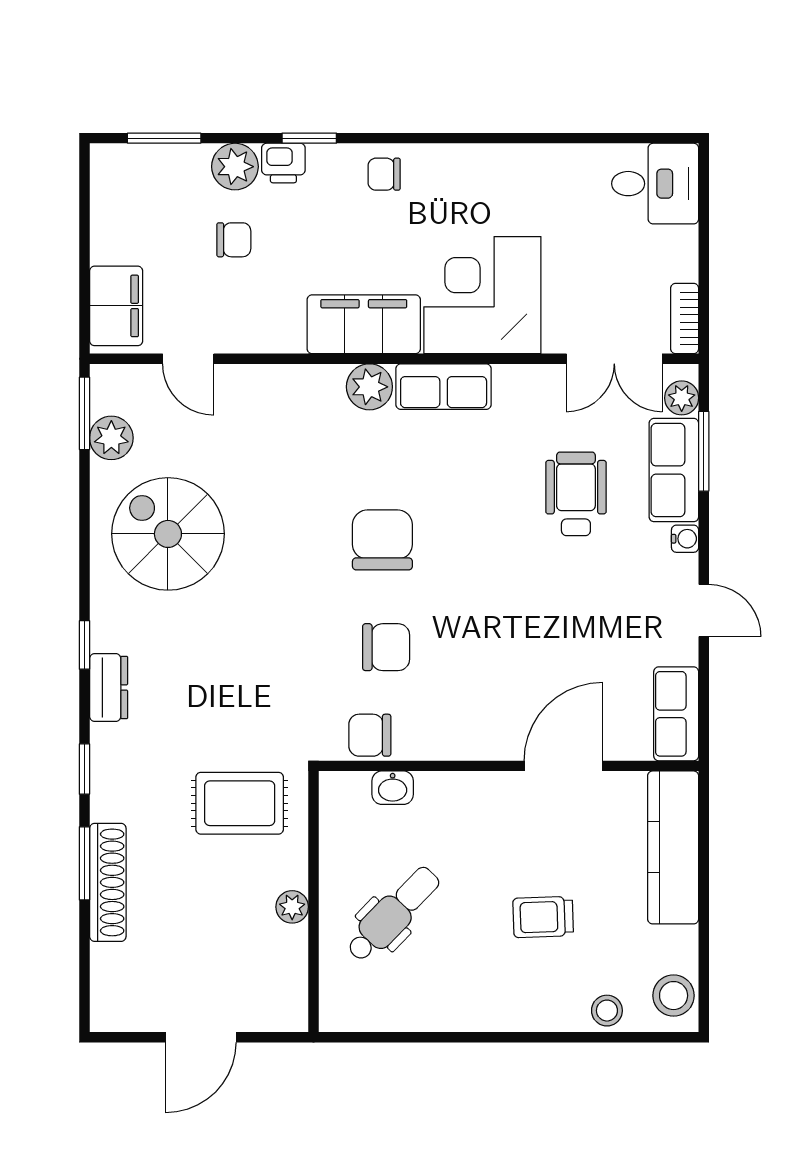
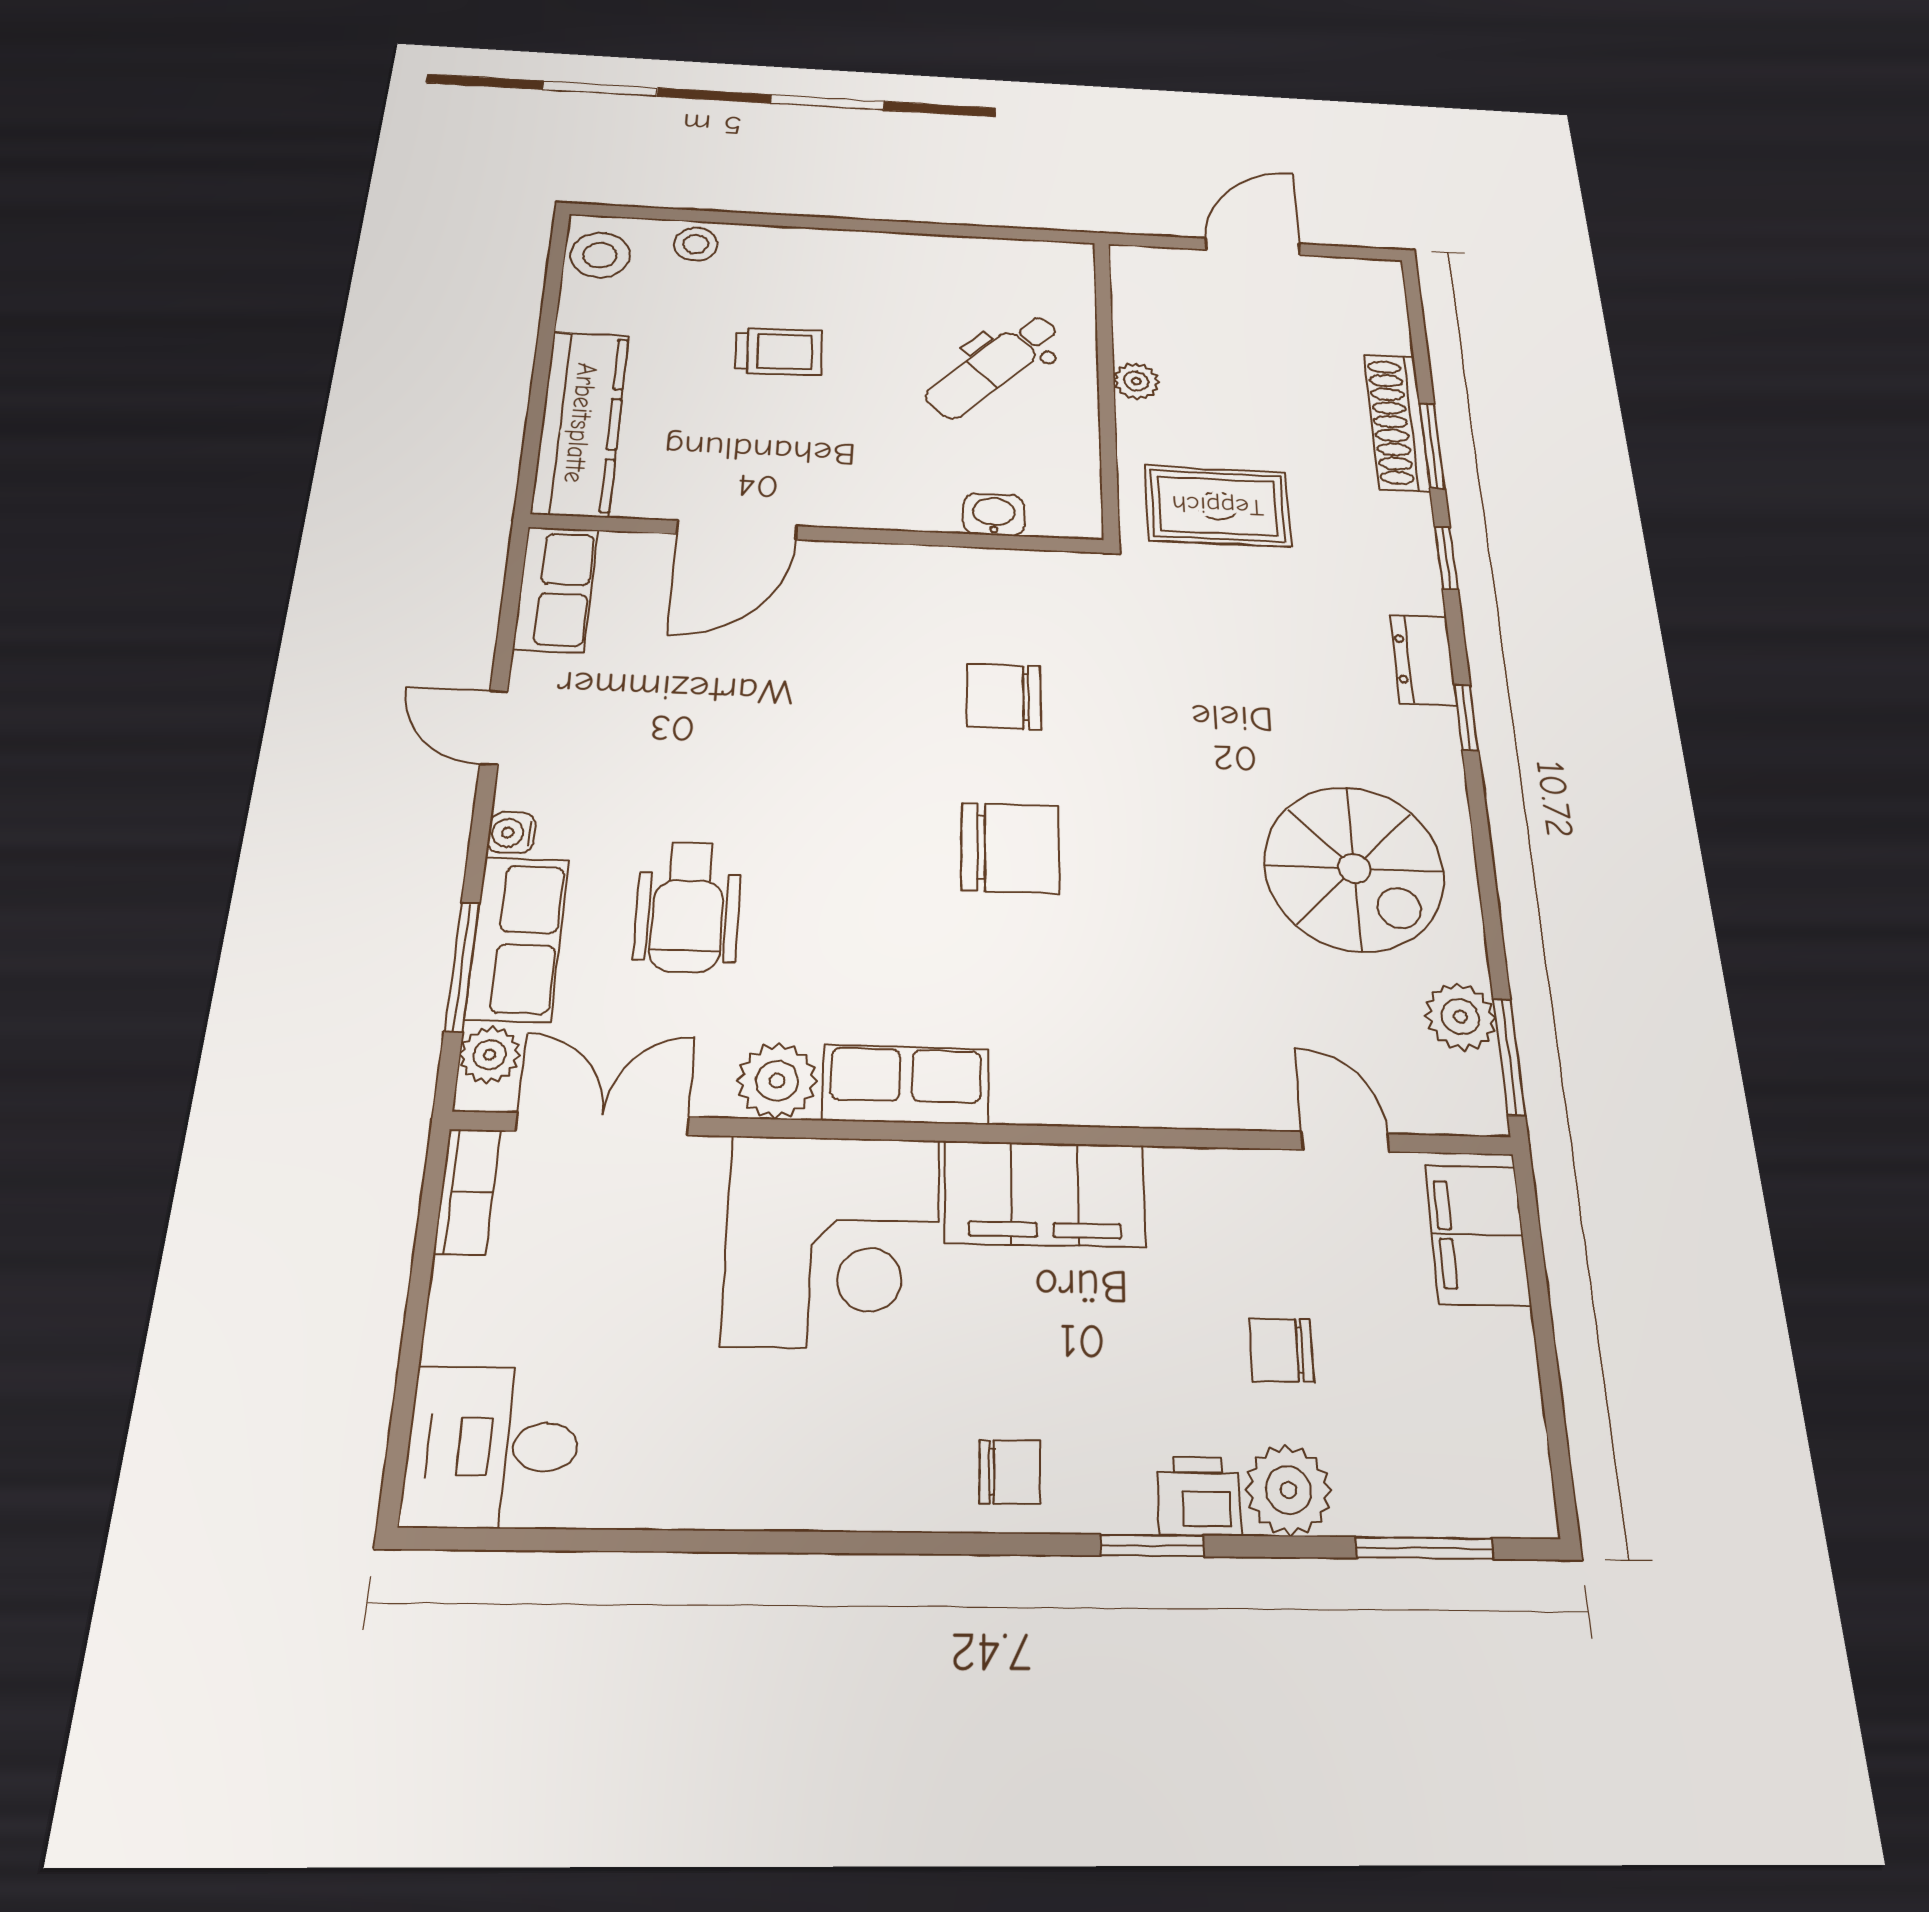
plant: (369, 387) -> (777, 1081), moved
chair: (382, 540) -> (1010, 848), turned -90
chair: (370, 735) -> (1028, 582), removed

